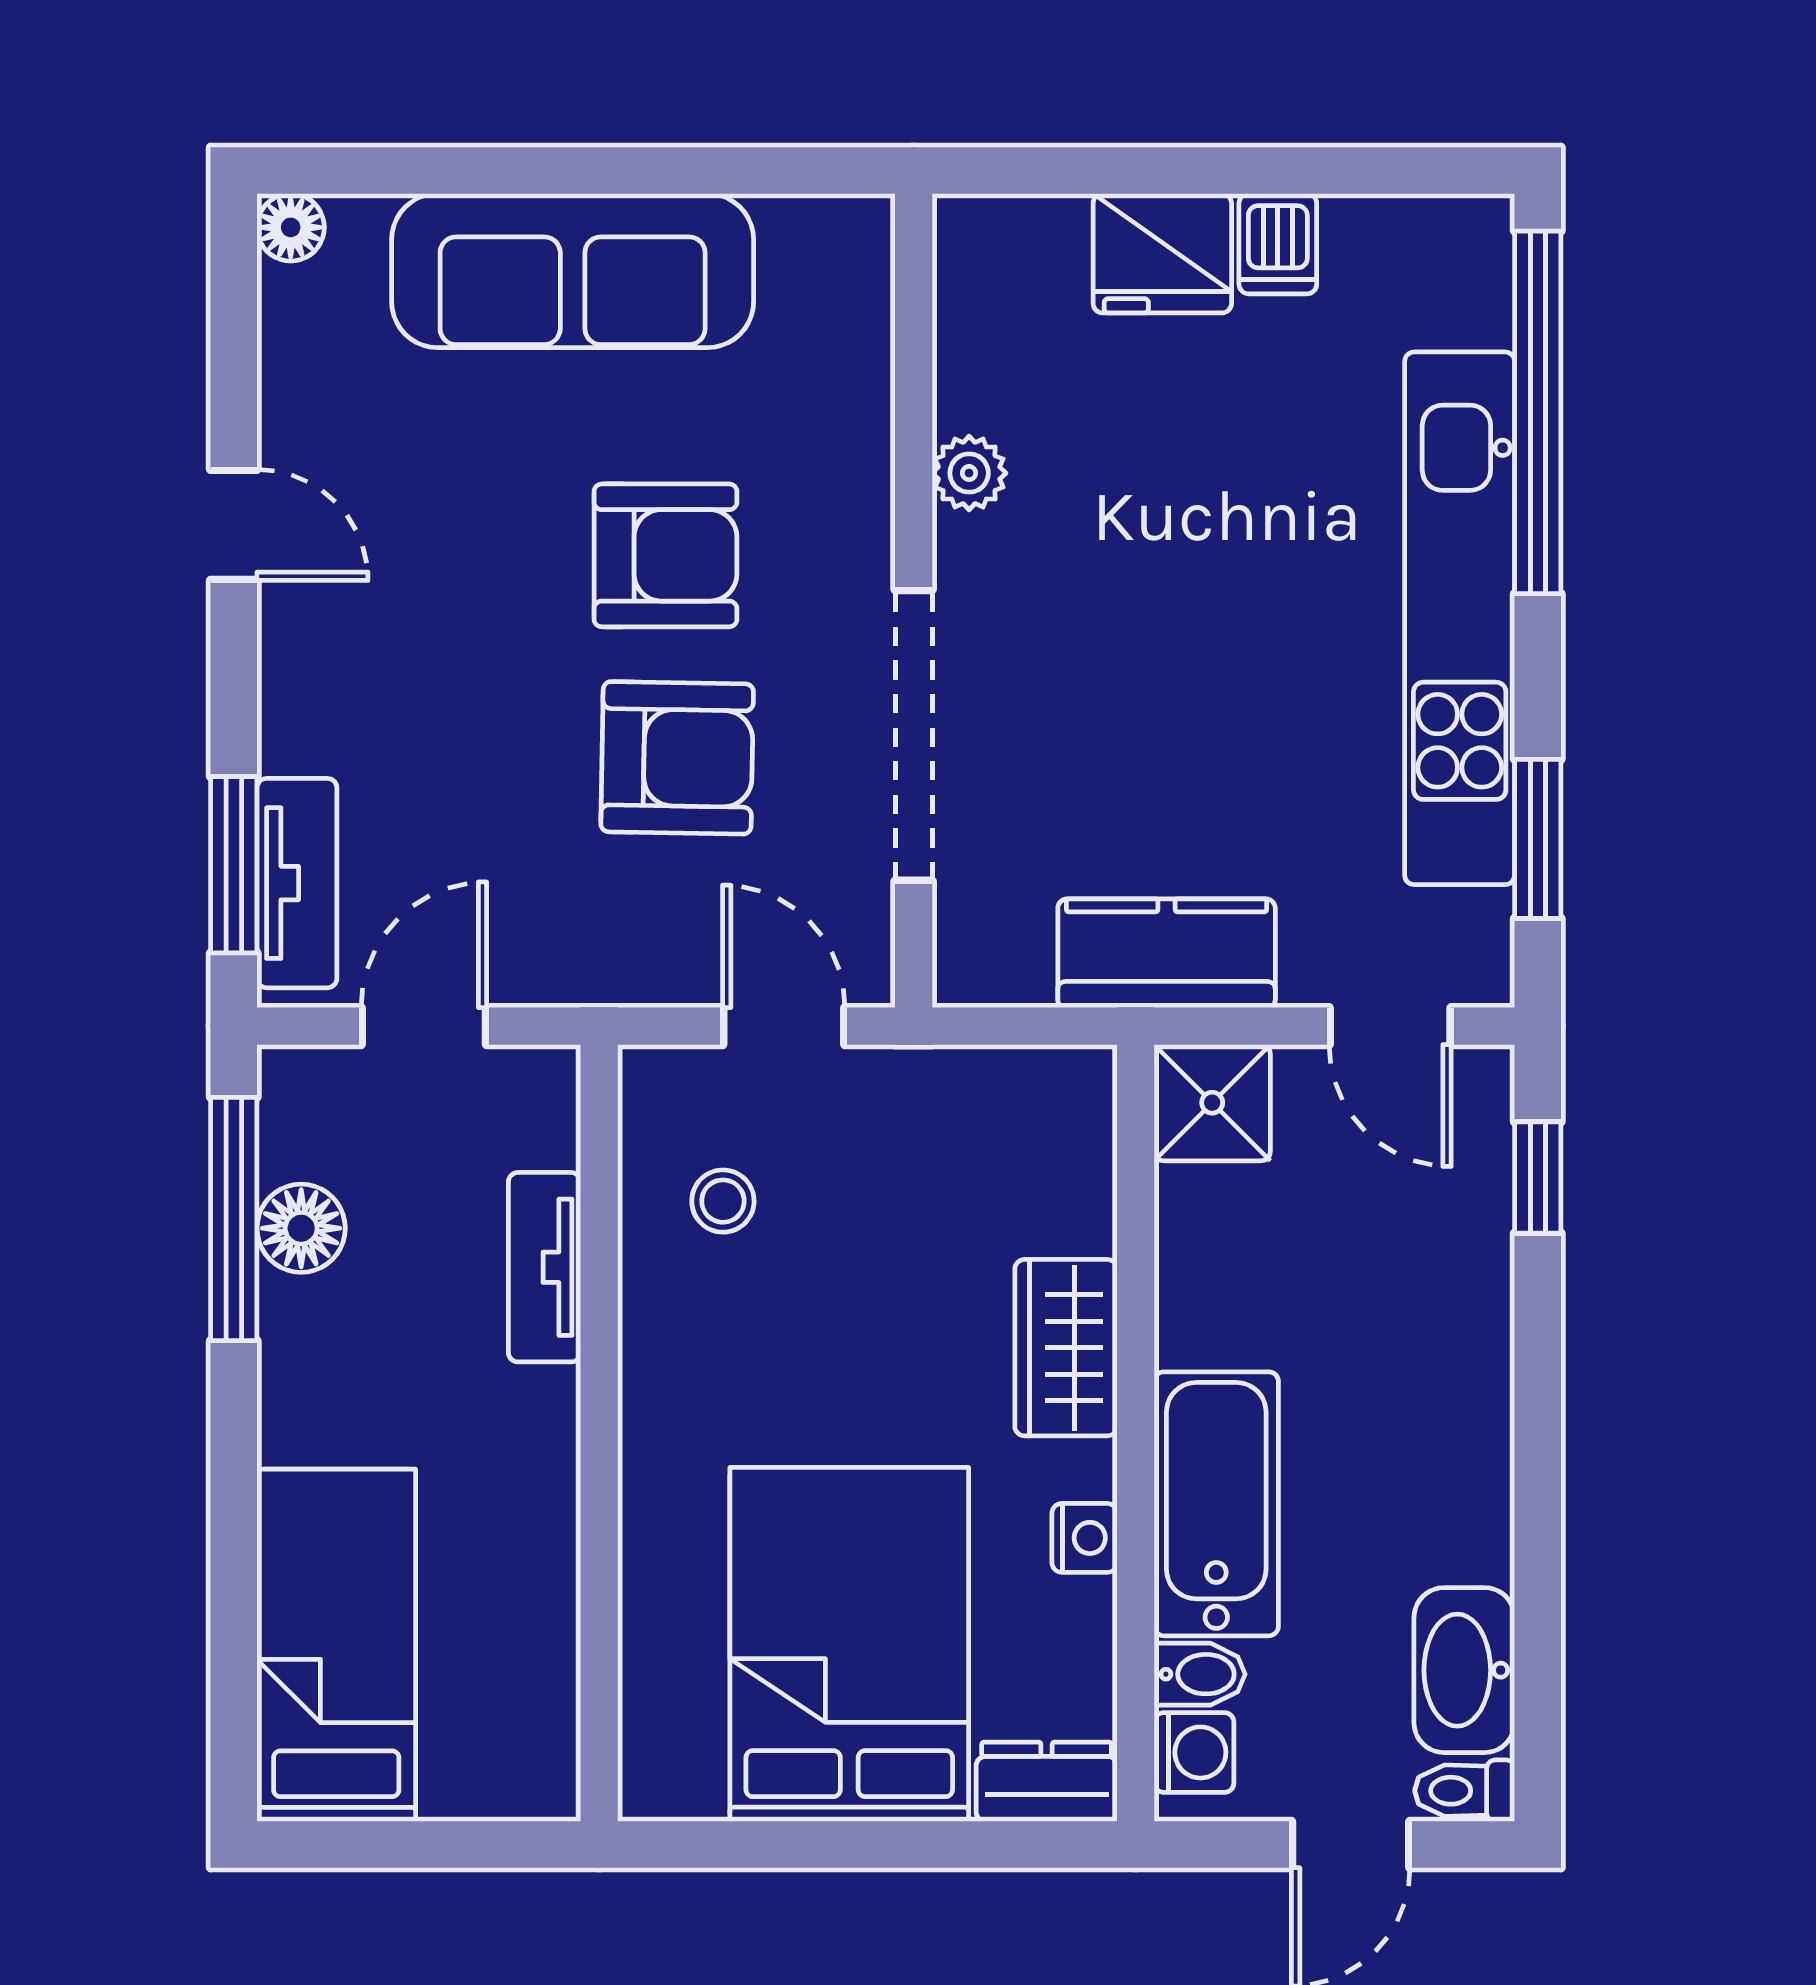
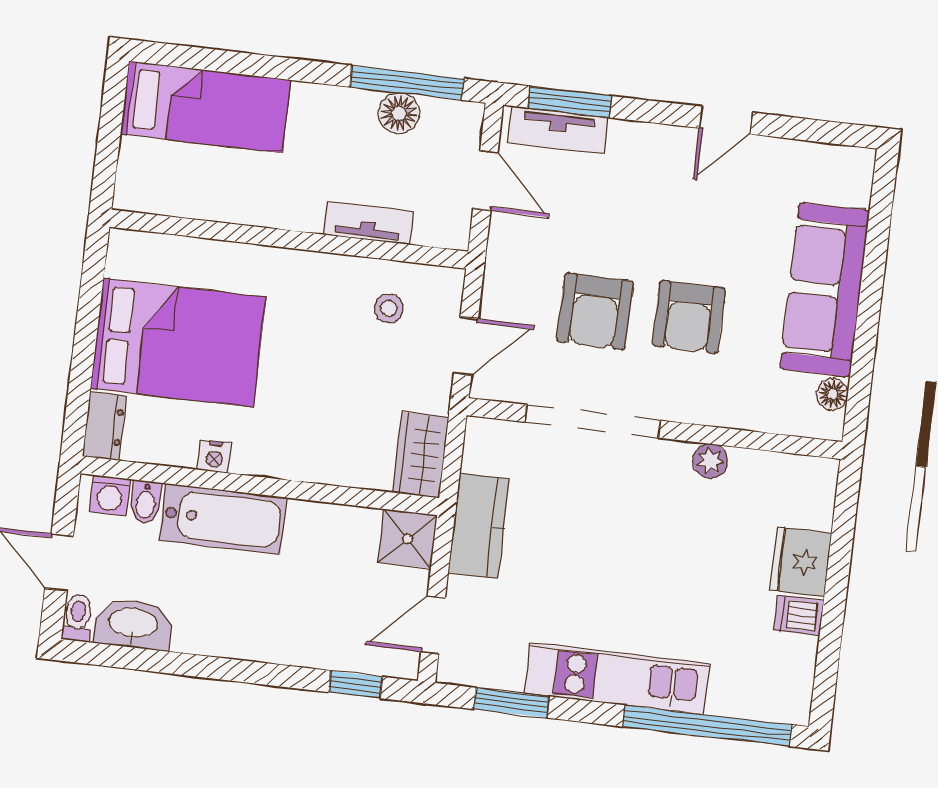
floor lamp: (291, 227) -> (832, 394), moved
kitchen unit: (1460, 618) -> (617, 679), width x0.73
wardrobe: (1066, 1348) -> (421, 455), moved, turned -90

